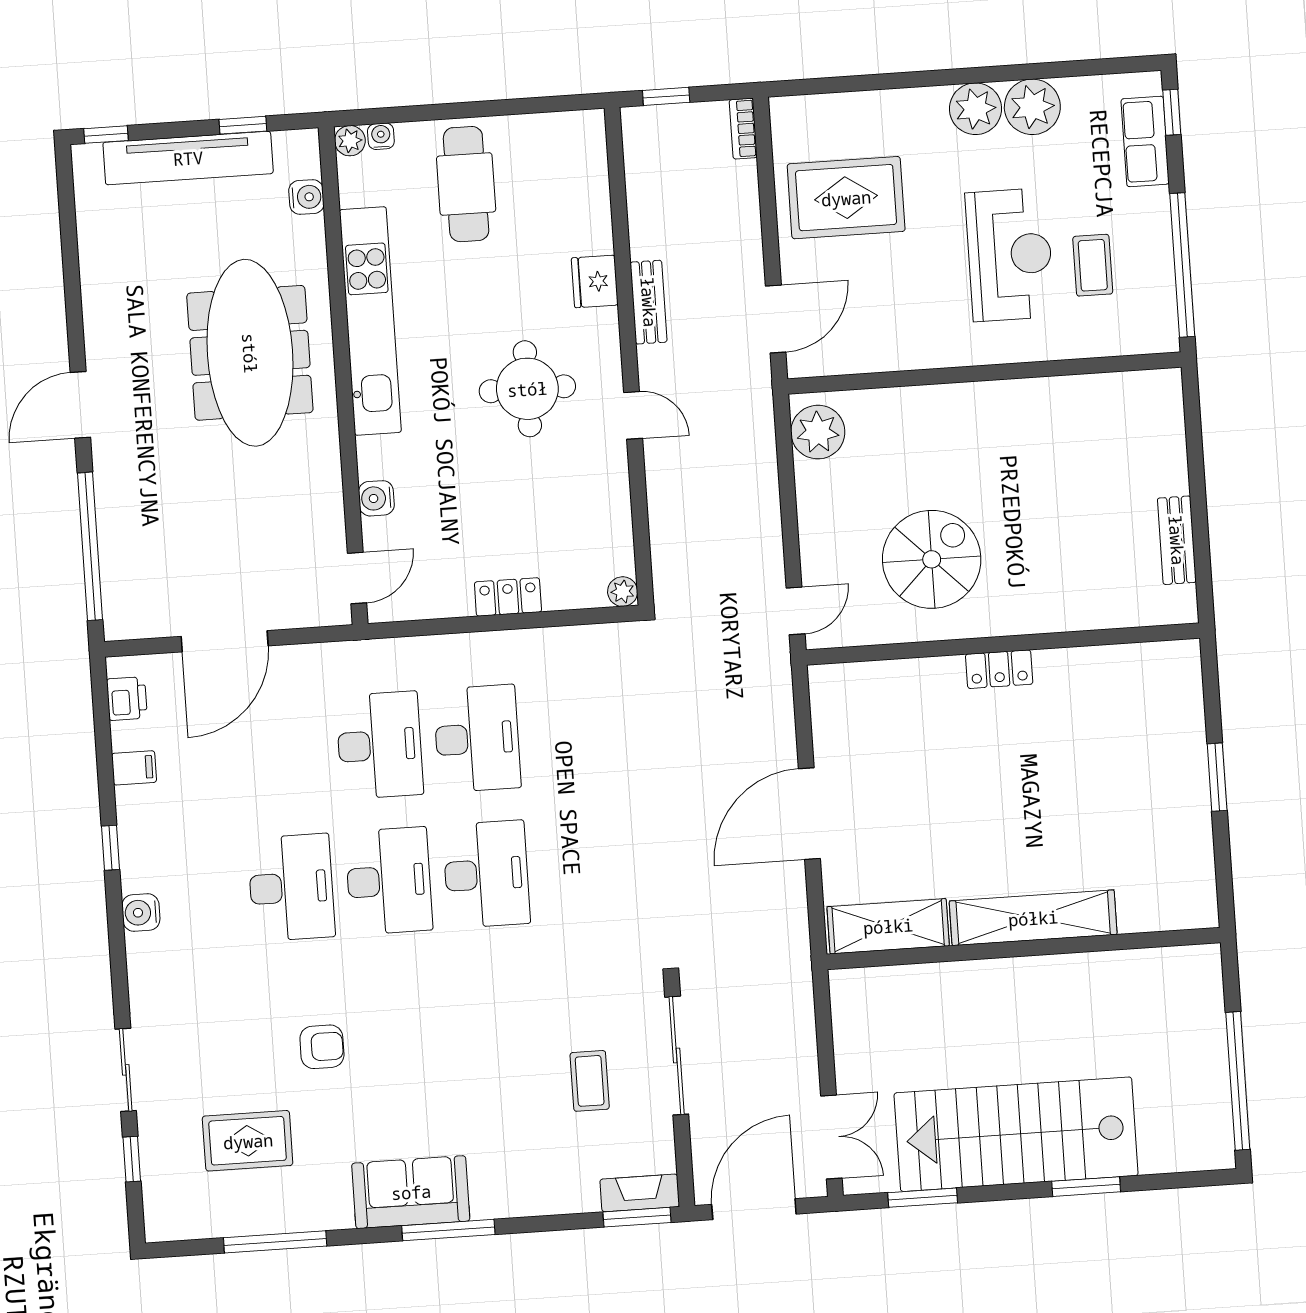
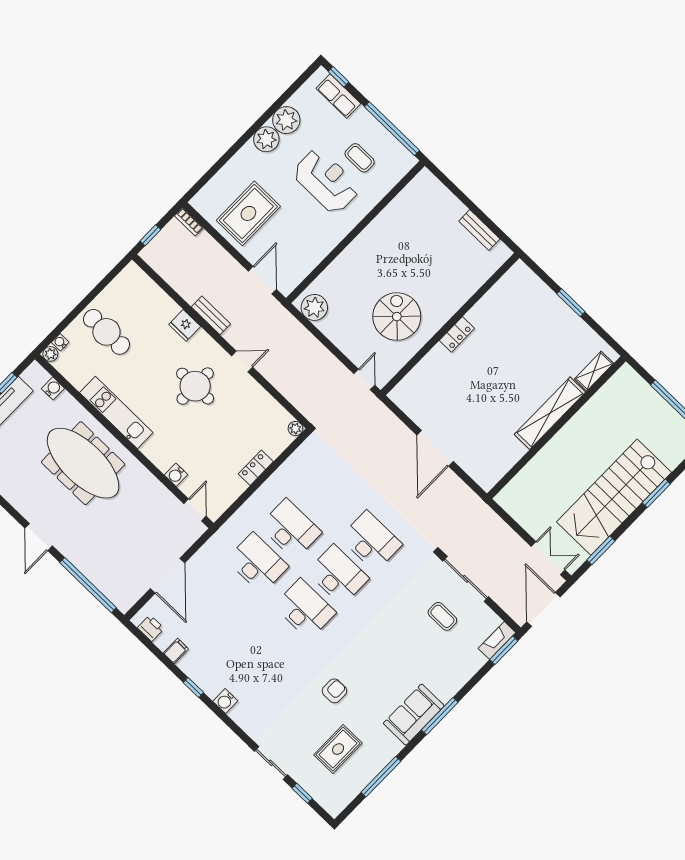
kitchen unit: (370, 321) -> (116, 413), width x0.73
desk: (291, 887) -> (371, 541), moved
shelving: (888, 926) -> (594, 371), moved, width x0.67, depth x0.75

